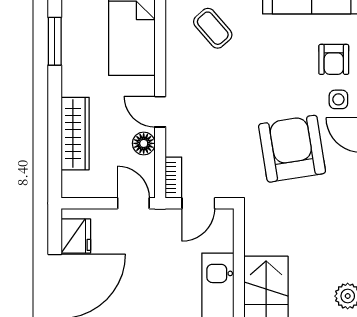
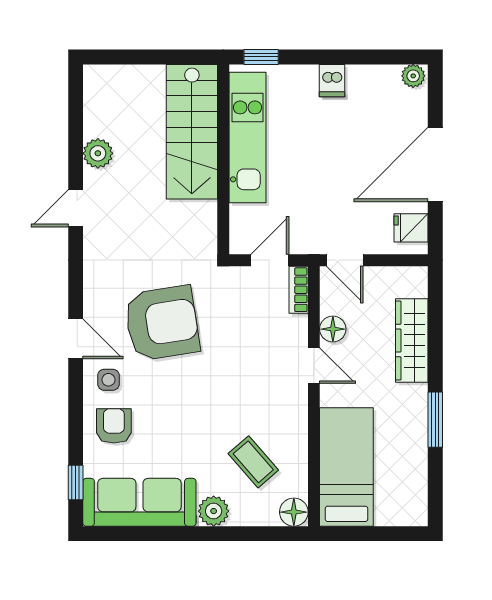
window: (55, 41) -> (435, 420), moved
armchair: (292, 149) -> (162, 323), turned -90
fridge: (76, 236) -> (411, 228), width x0.72

